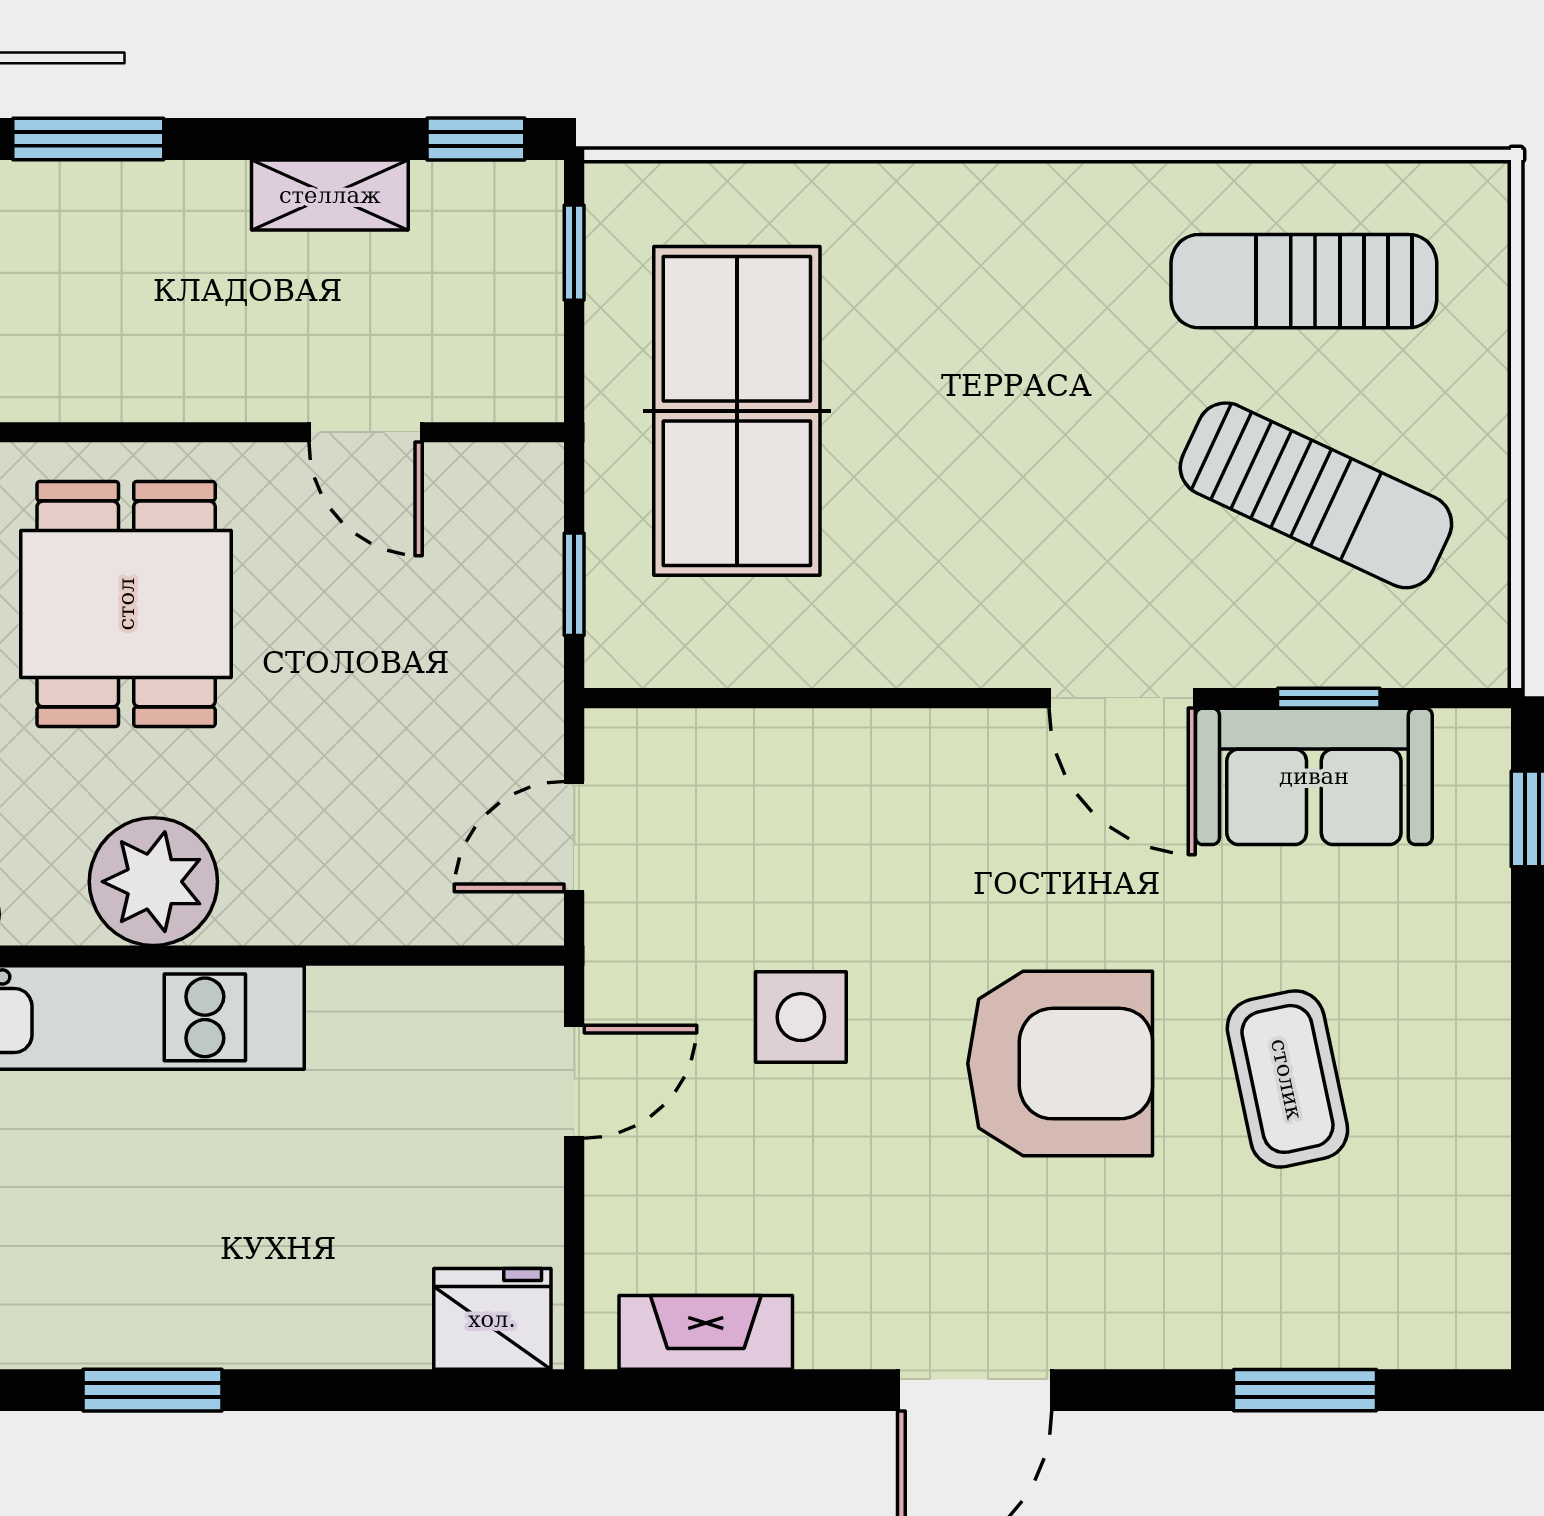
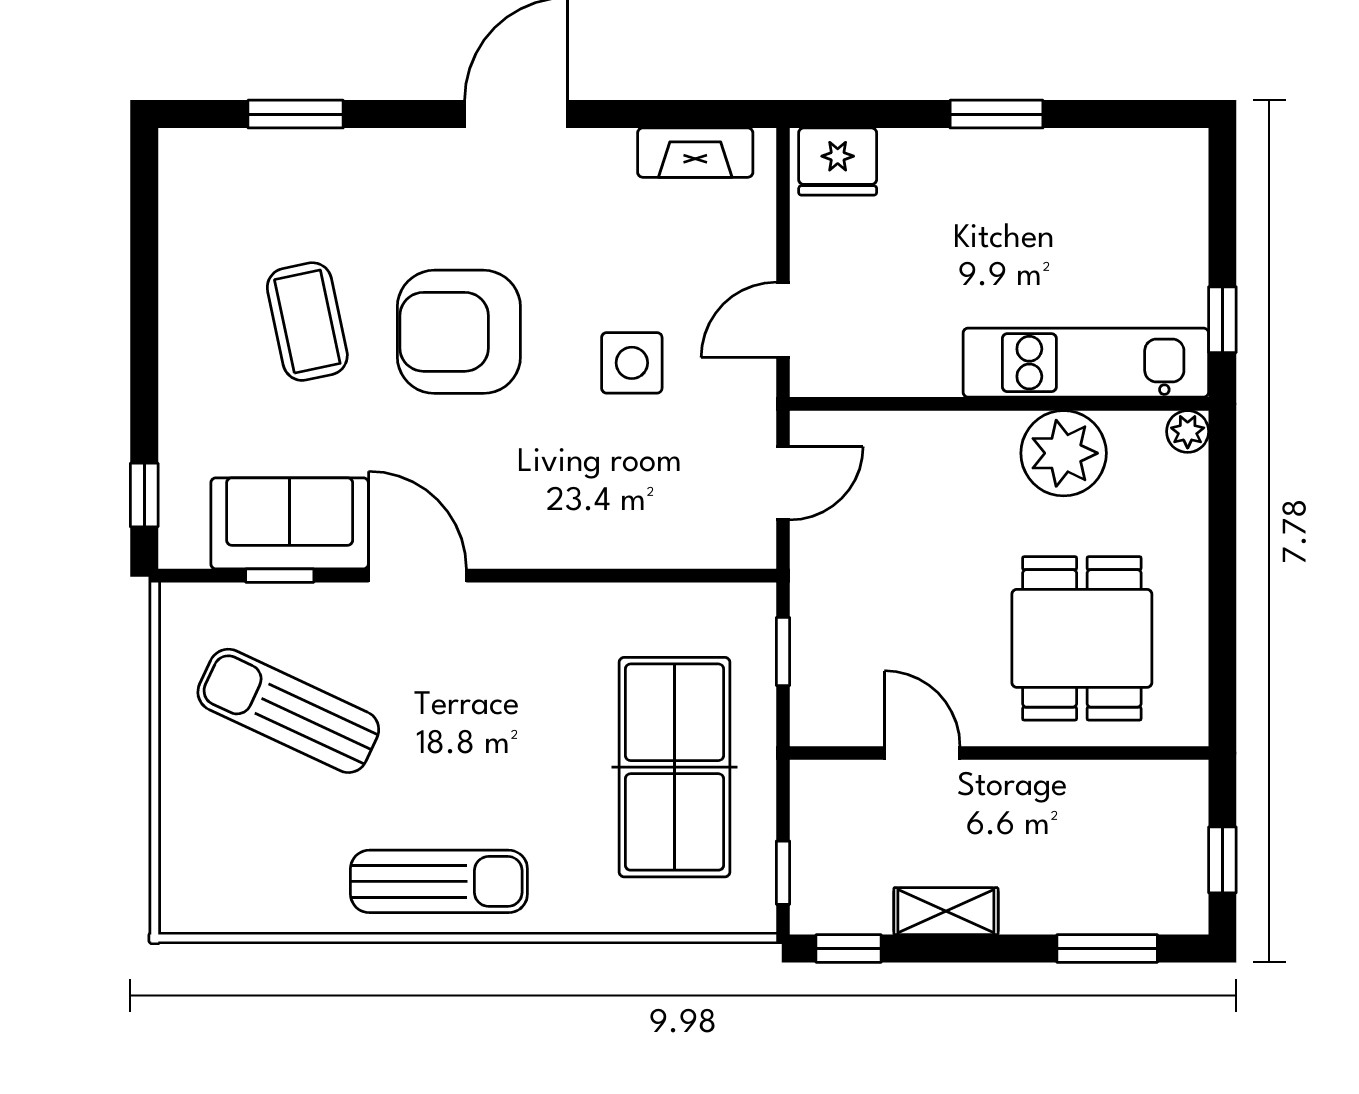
sun lounger: (1304, 281) -> (439, 881), moved
window: (152, 1390) -> (997, 114), moved

